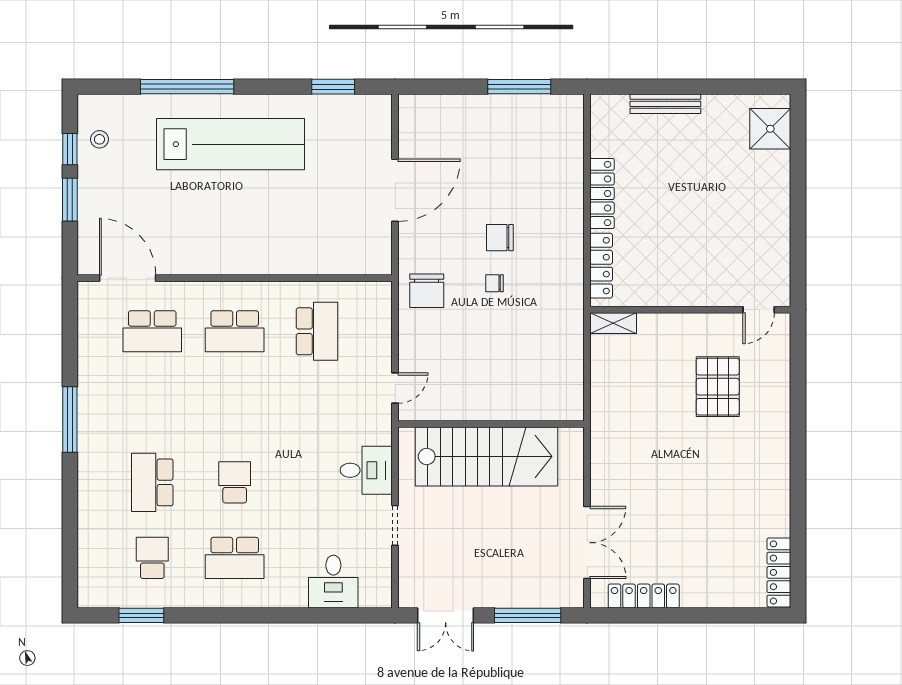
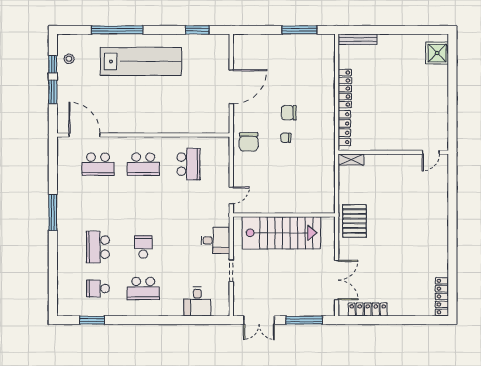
bench: (665, 104) -> (358, 39), moved
pallet: (718, 387) -> (354, 221), moved
school desk: (152, 558) -> (98, 289), turned -90

